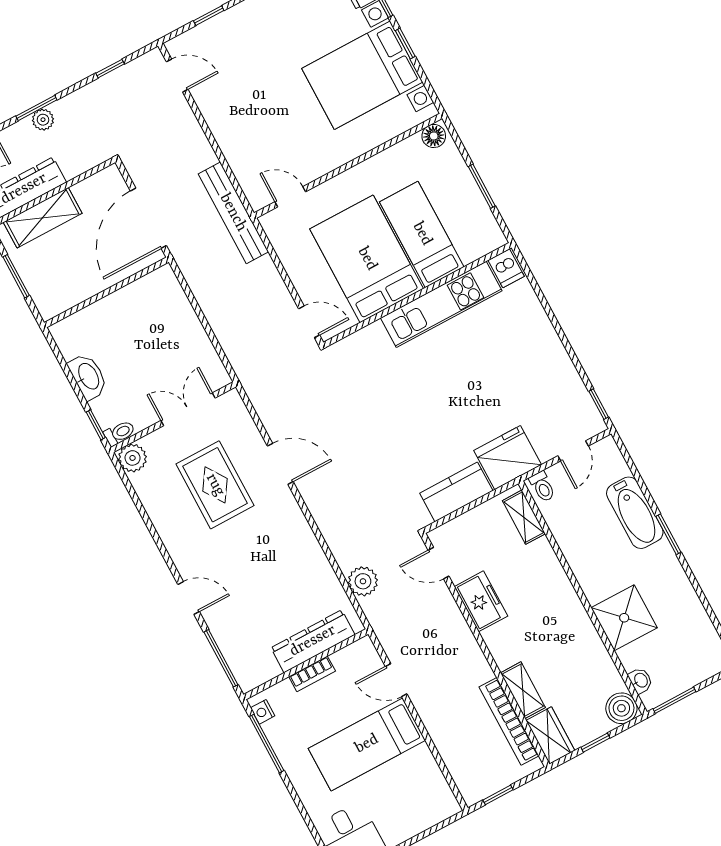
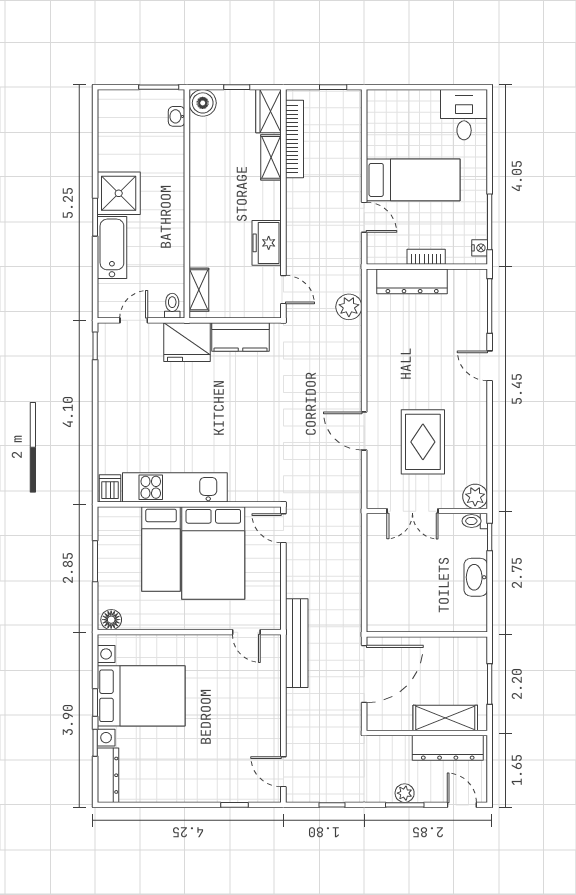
shower: (624, 618) -> (119, 193), moved

